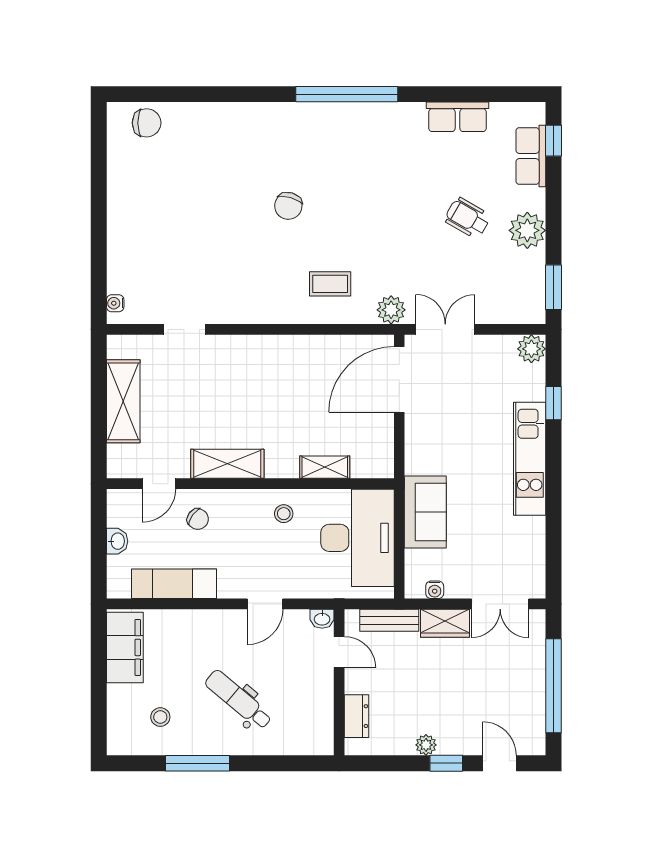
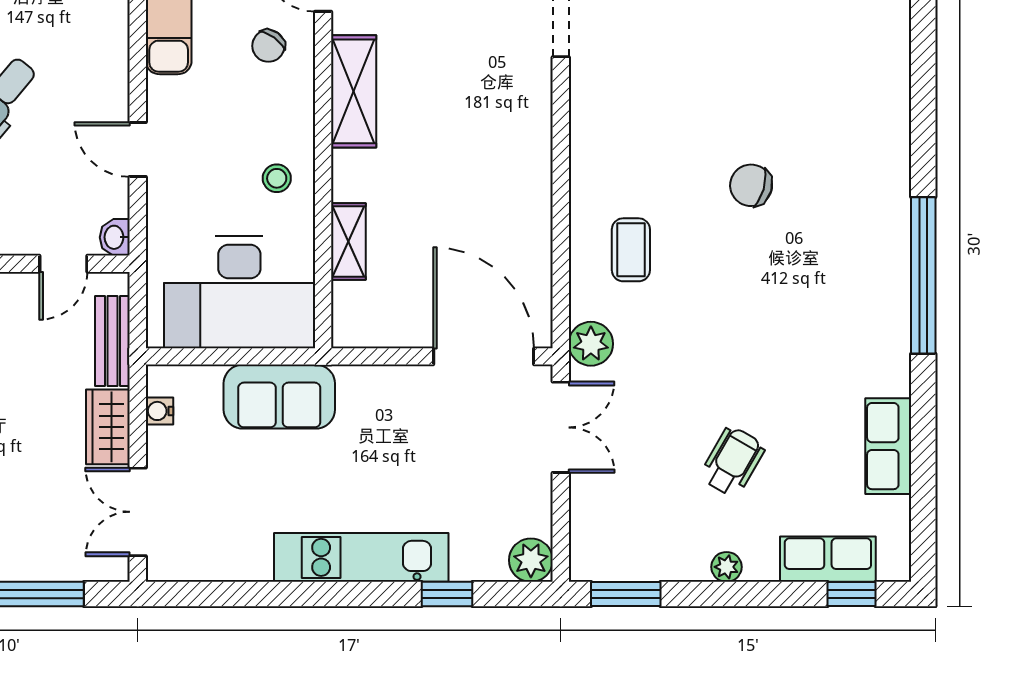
plant: (527, 230) -> (726, 567), width x0.53, depth x0.53

